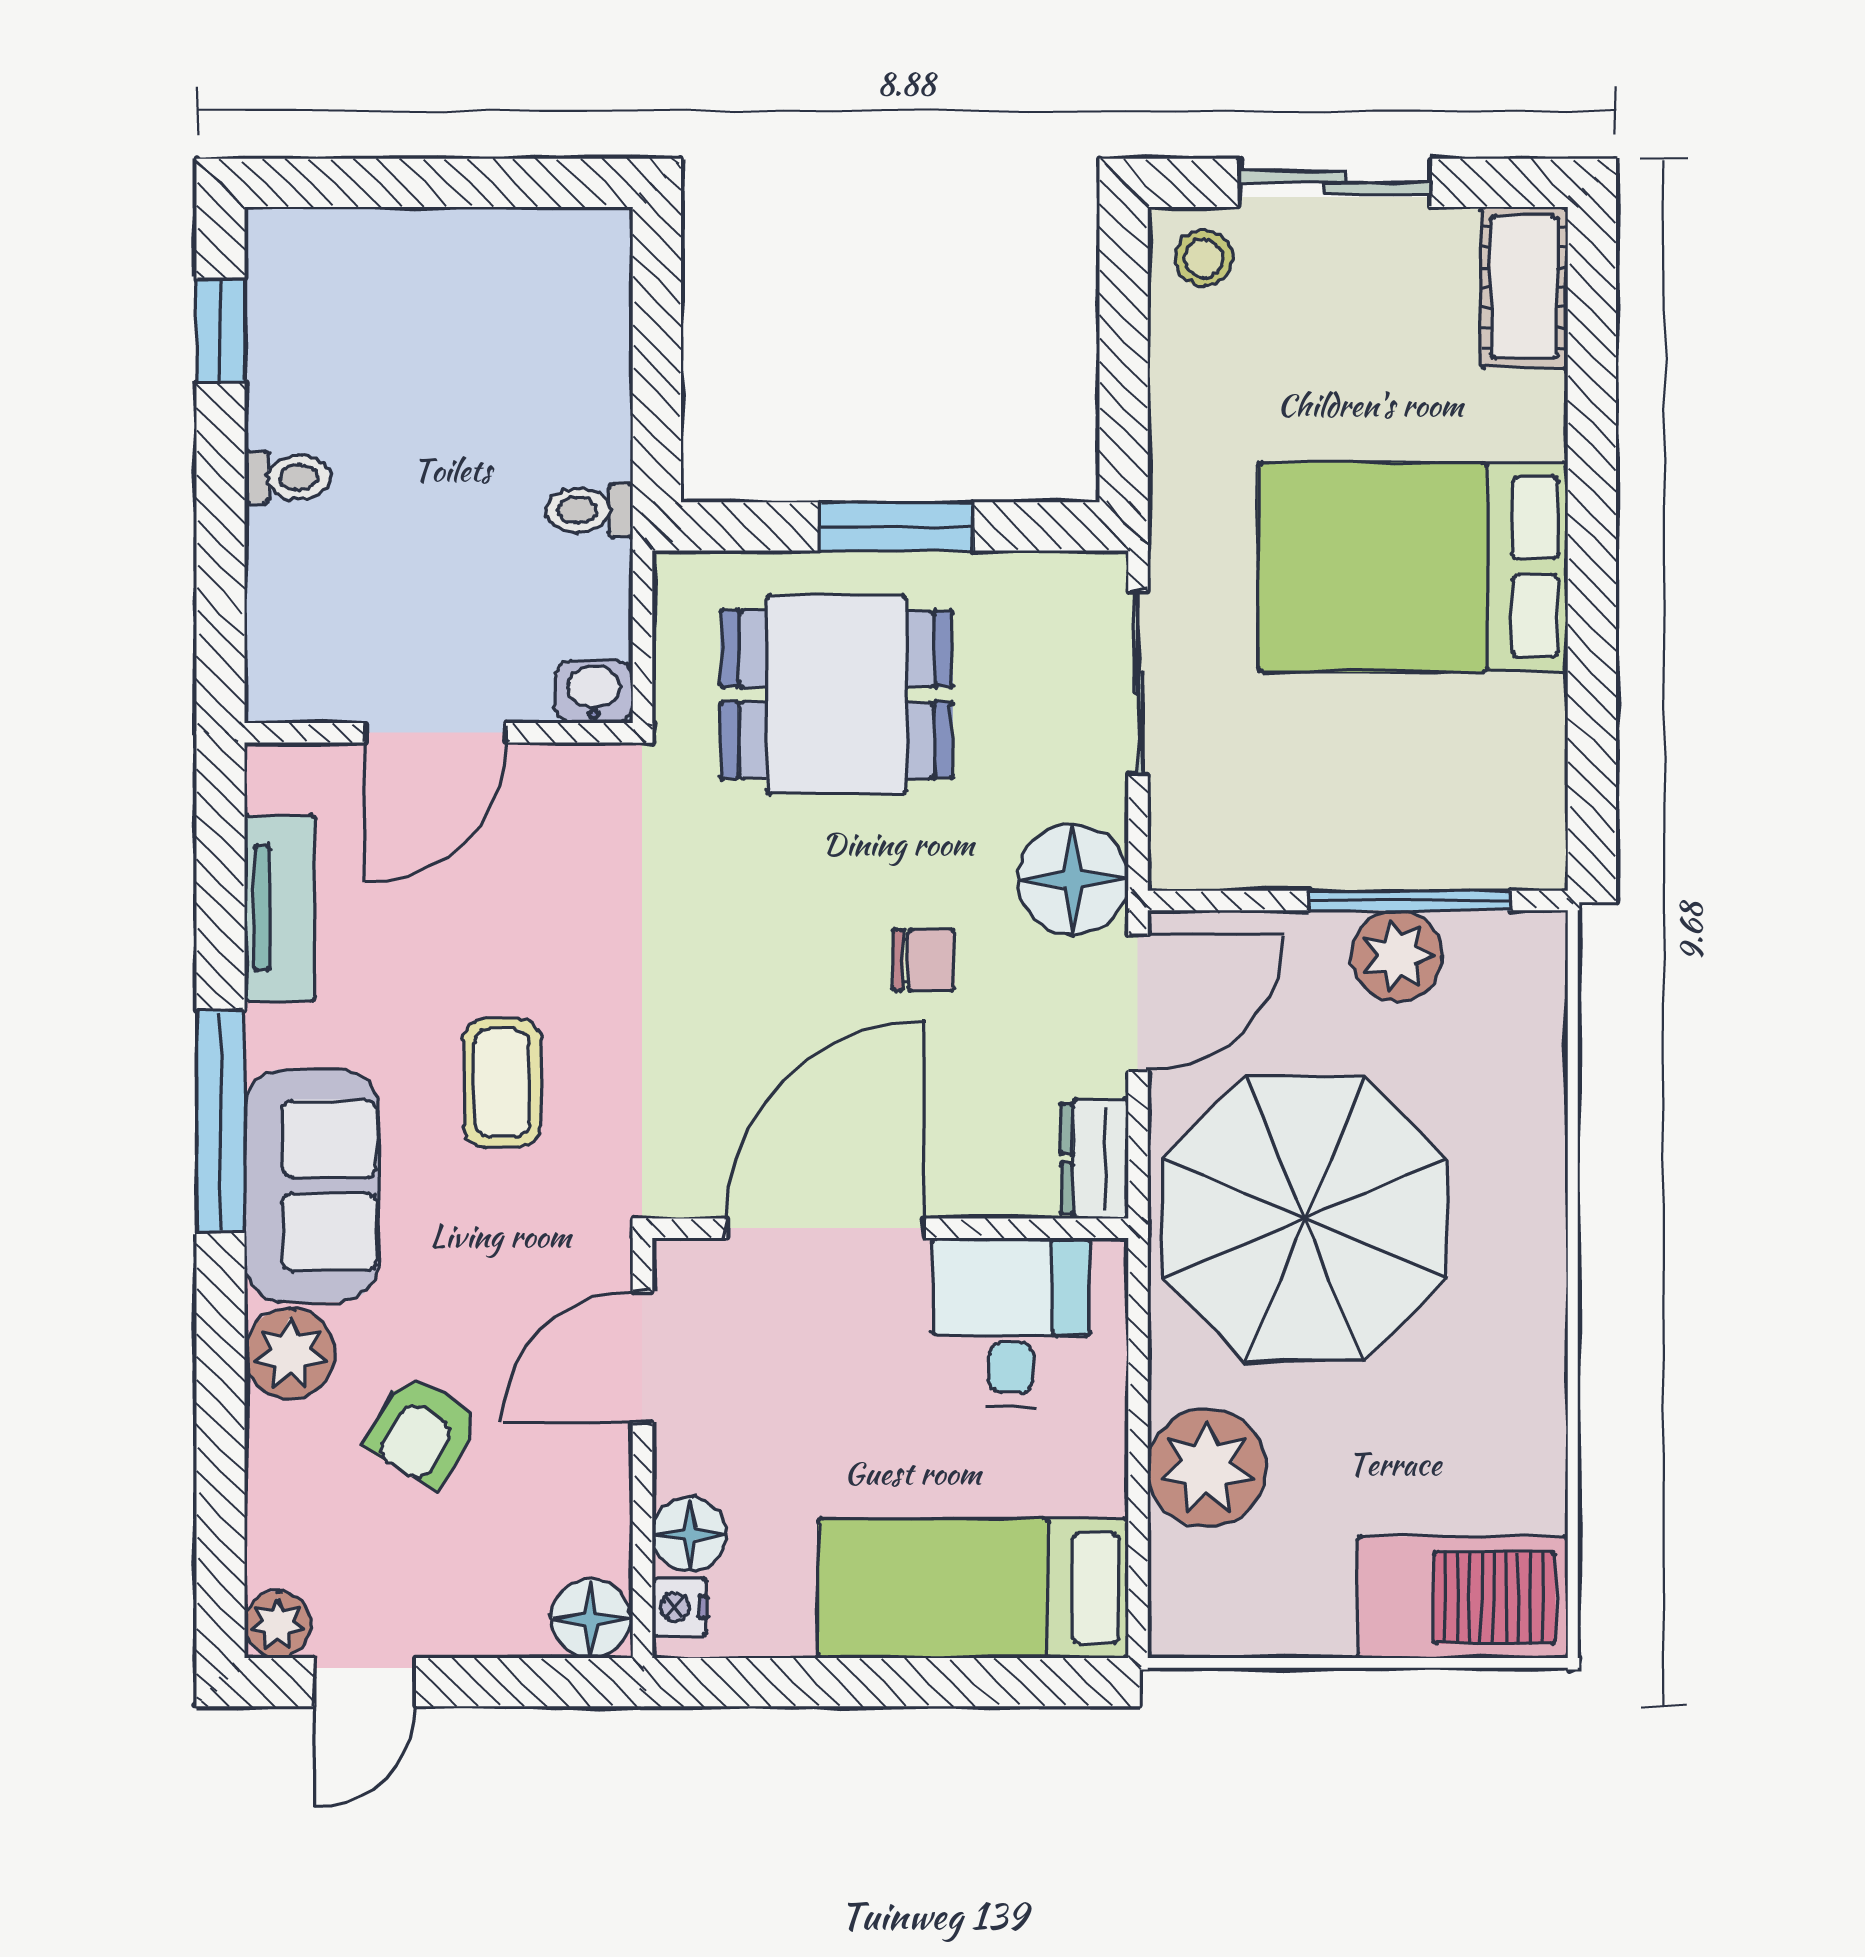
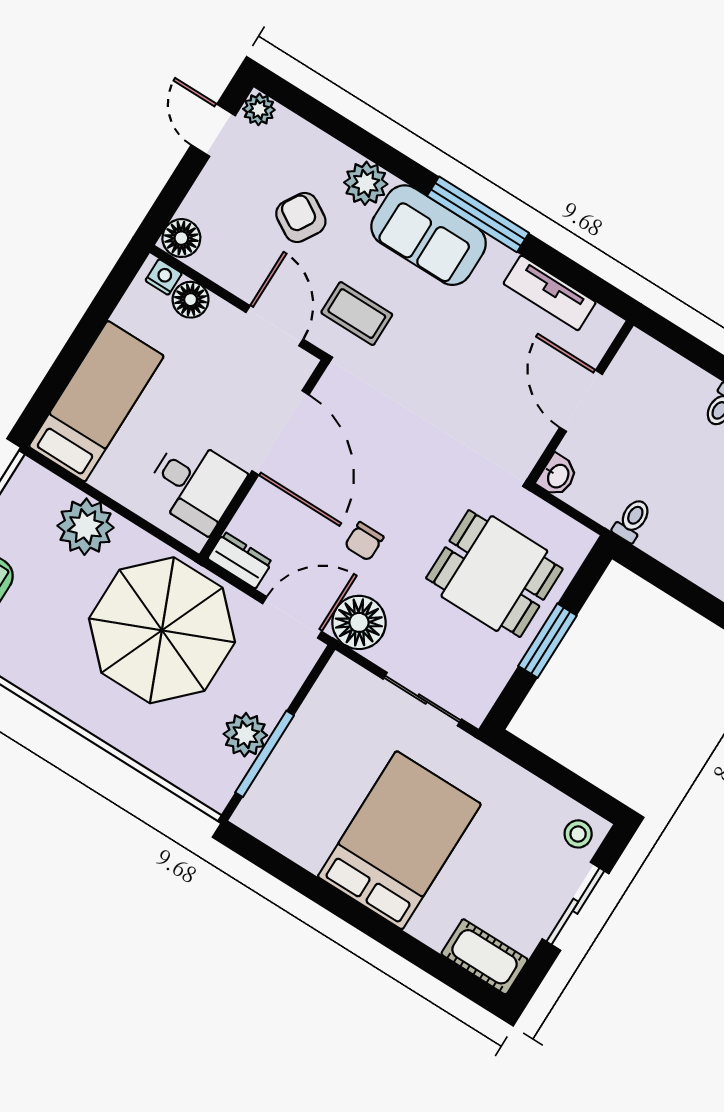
dining table: (837, 694) -> (494, 574), turned 90
door: (1138, 1003) -> (292, 617), swing flipped
coffee table: (502, 1083) -> (357, 314), moved

